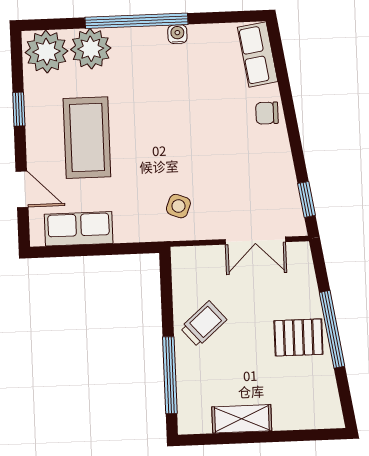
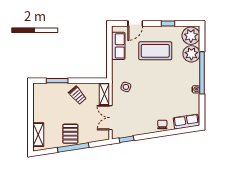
shelving: (198, 258) -> (104, 94), added
window: (170, 375) -> (57, 81), width x0.69
shelving: (242, 419) -> (38, 135), moved

